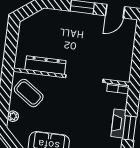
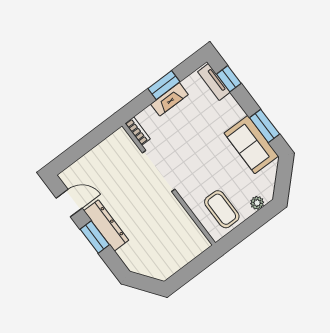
dresser: (45, 65) -> (106, 225), moved, turned 180
coffee table: (29, 93) -> (222, 209), turned -35

